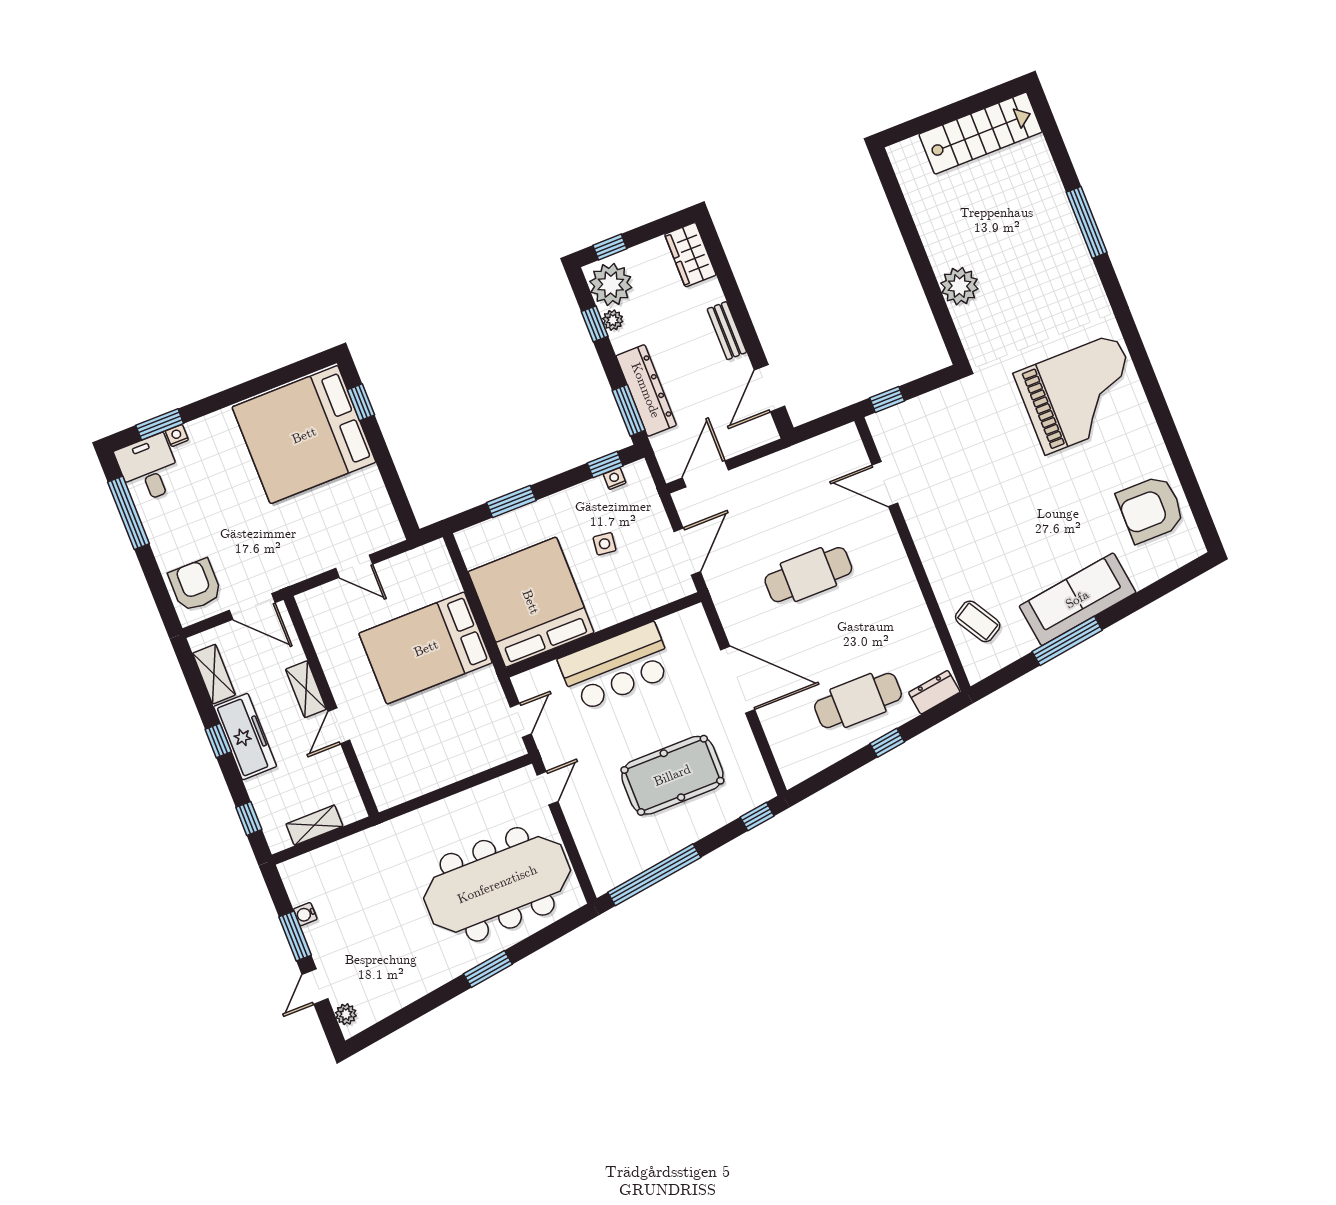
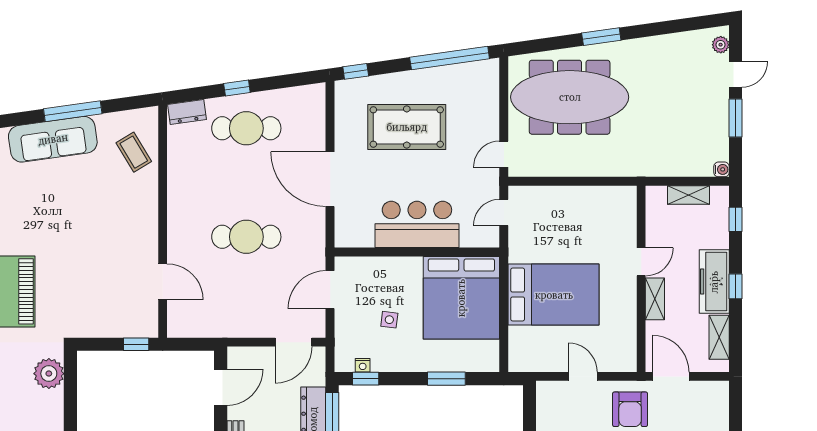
plant: (959, 286) -> (49, 374), moved
armchair: (195, 585) -> (630, 409), moved
water cooler: (305, 914) -> (721, 169), moved

